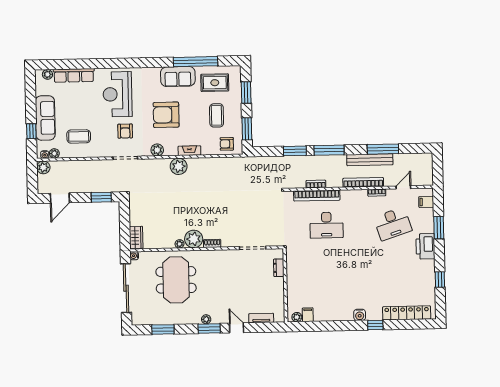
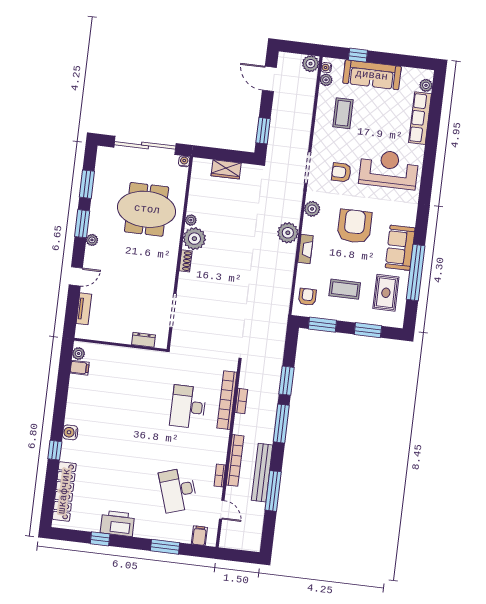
wardrobe: (136, 237) -> (226, 169), moved
printer: (425, 246) -> (117, 523), moved
window: (209, 328) -> (82, 224), moved

